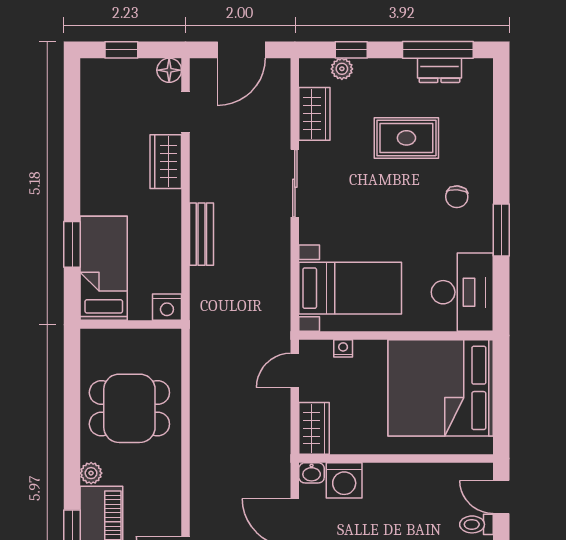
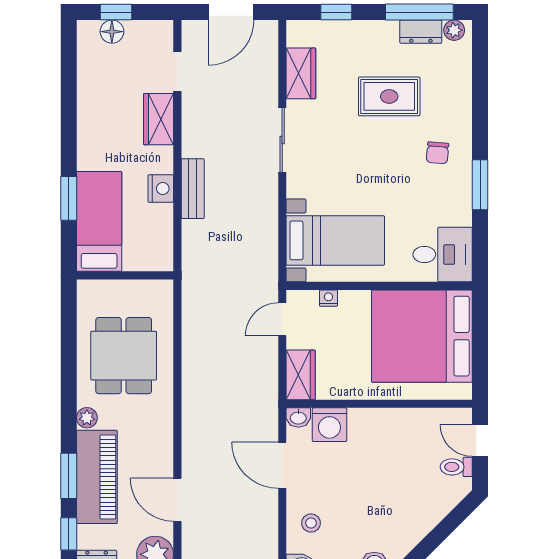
plant: (342, 69) -> (454, 30), moved
floor lamp: (169, 70) -> (112, 32), moved
desk: (462, 292) -> (443, 255), width x0.73
nightstand: (167, 307) -> (161, 189), moved, turned -90
dining table: (129, 408) -> (124, 356), turned 90

